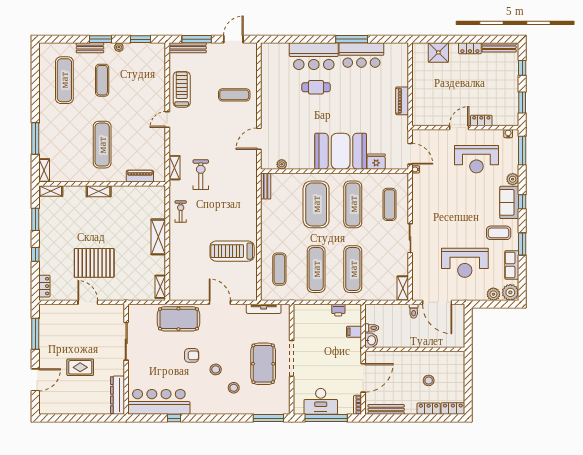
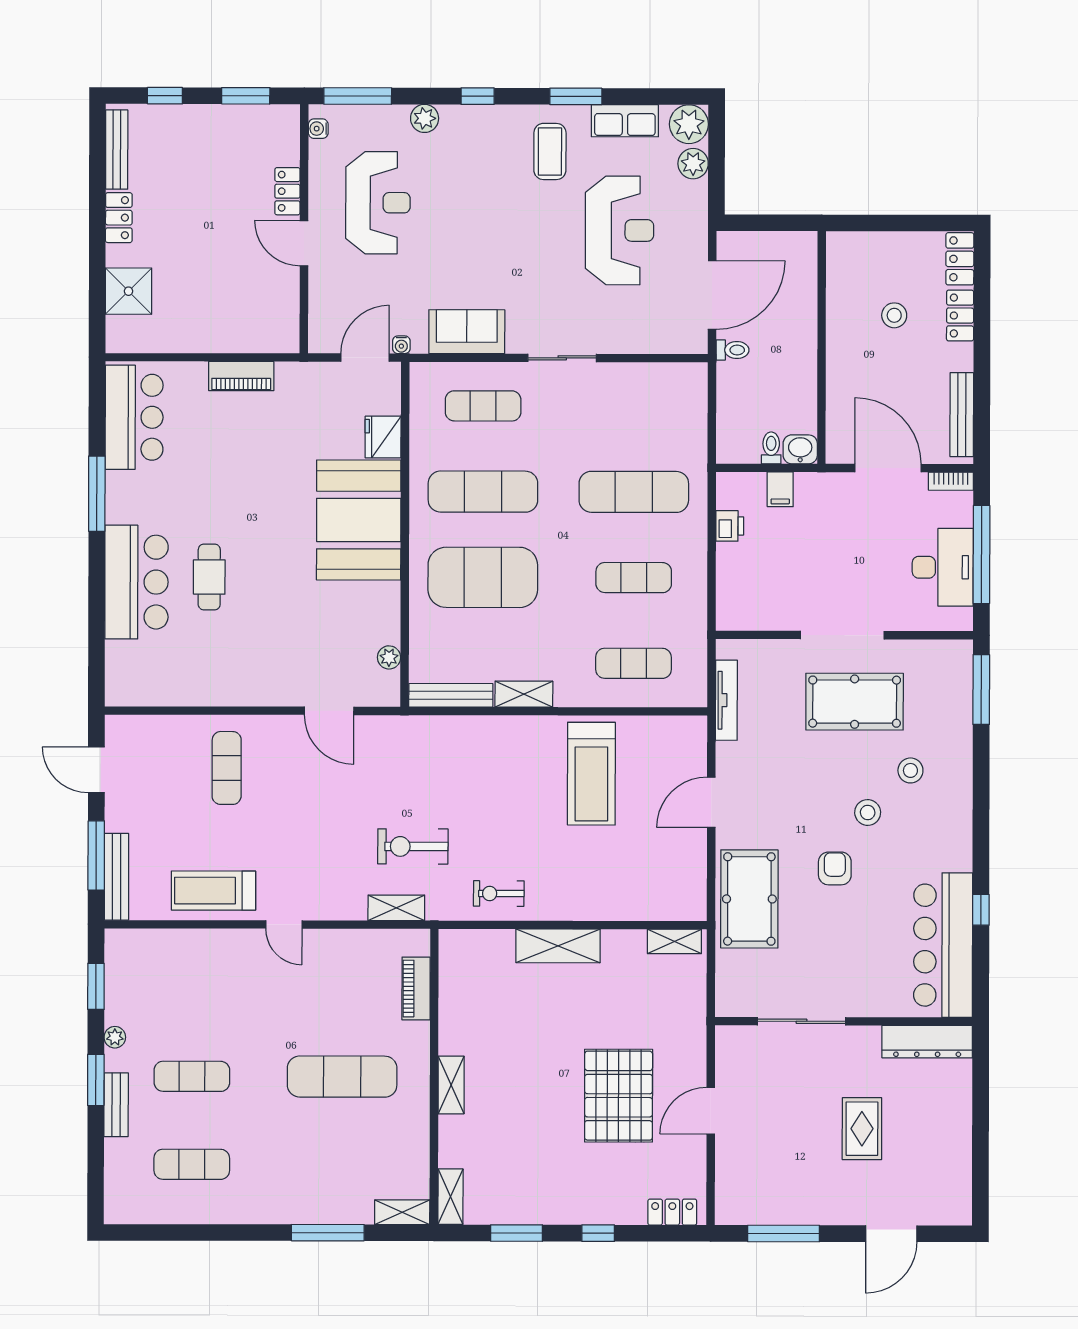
bar counter: (361, 55) -> (134, 417), moved
exercise mat: (64, 80) -> (192, 1164), width x0.73, depth x0.69
bench: (266, 186) -> (451, 695), width x1.36
sofa: (509, 202) -> (467, 332), moved, turned 180
exercise mat: (316, 269) -> (634, 578), width x0.73, depth x0.69
shelving: (403, 288) -> (524, 694), moved
door: (35, 380) -> (891, 1234), swing flipped

